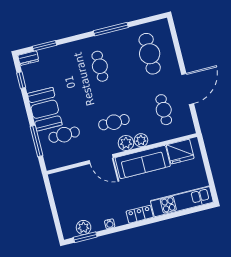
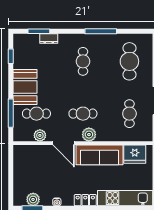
dresser: (28, 58) -> (49, 38), moved
plant: (141, 140) -> (40, 135), moved

